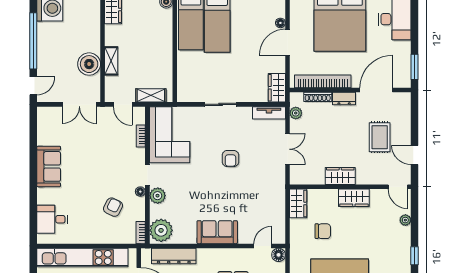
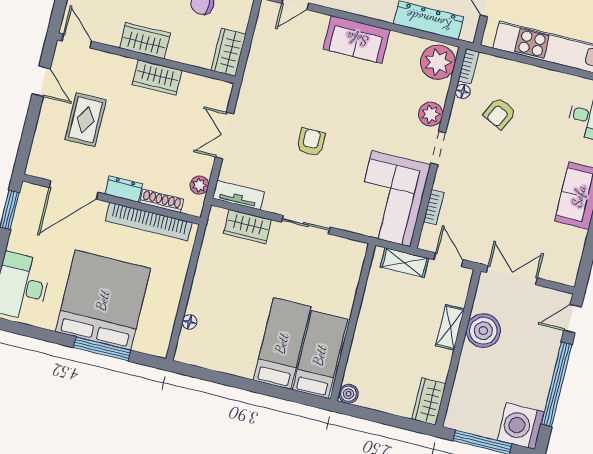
door: (287, 42) -> (186, 291), removed
wardrobe: (277, 88) -> (247, 227), moved, turned 90
floor lamp: (140, 192) -> (463, 91), moved

